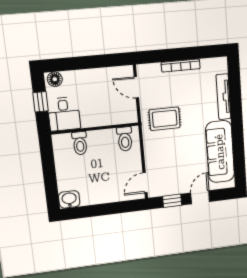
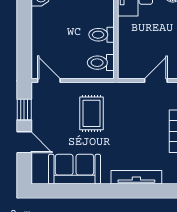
rug: (165, 119) -> (92, 113), moved
toilet: (80, 143) -> (102, 35), moved
sofa: (220, 152) -> (74, 169), width x0.73

